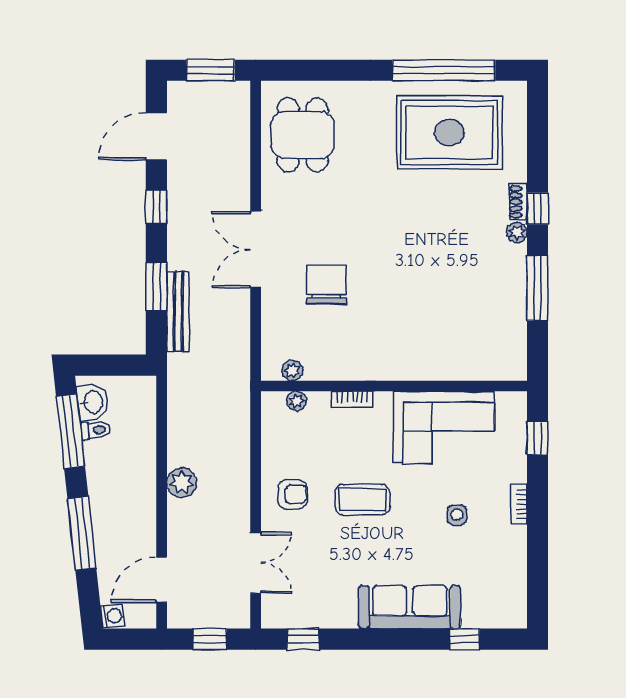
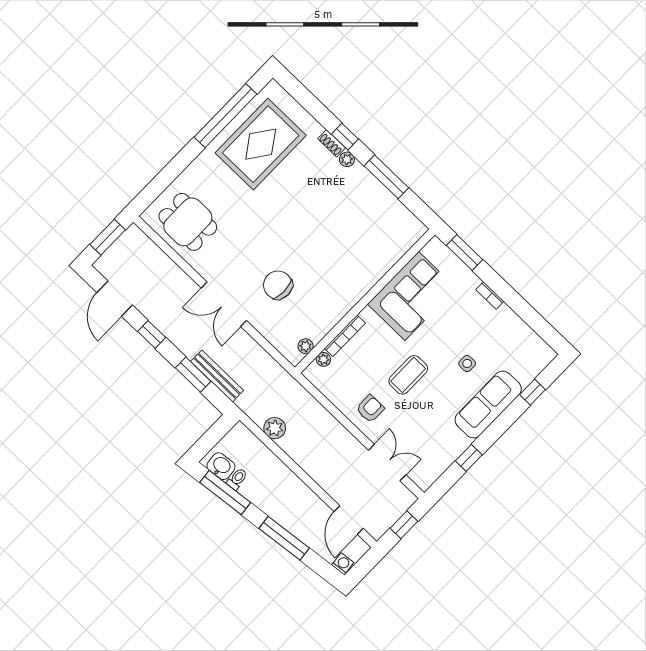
bookcase: (352, 399) -> (345, 336), width x1.56
window: (537, 438) -> (464, 252), width x1.50
plant: (182, 483) -> (275, 428), moved
side table: (457, 515) -> (467, 364), moved
window: (303, 639) -> (469, 458), moved

